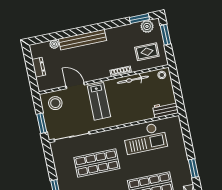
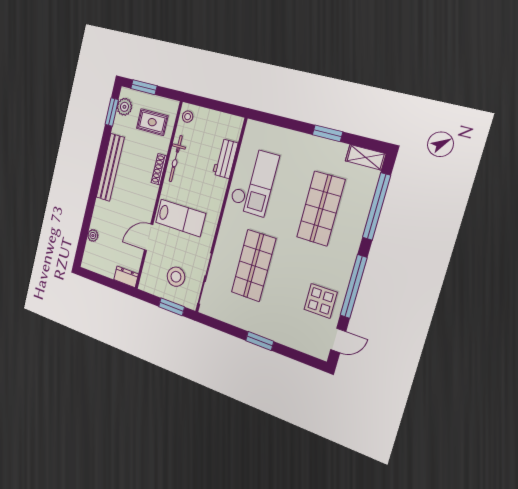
bench: (82, 40) -> (110, 167), moved
rug: (147, 52) -> (152, 122), turned 90
dresser: (39, 67) -> (126, 277), moved
stool: (55, 103) -> (176, 277), moved
workbench: (166, 110) -> (225, 159), moved

